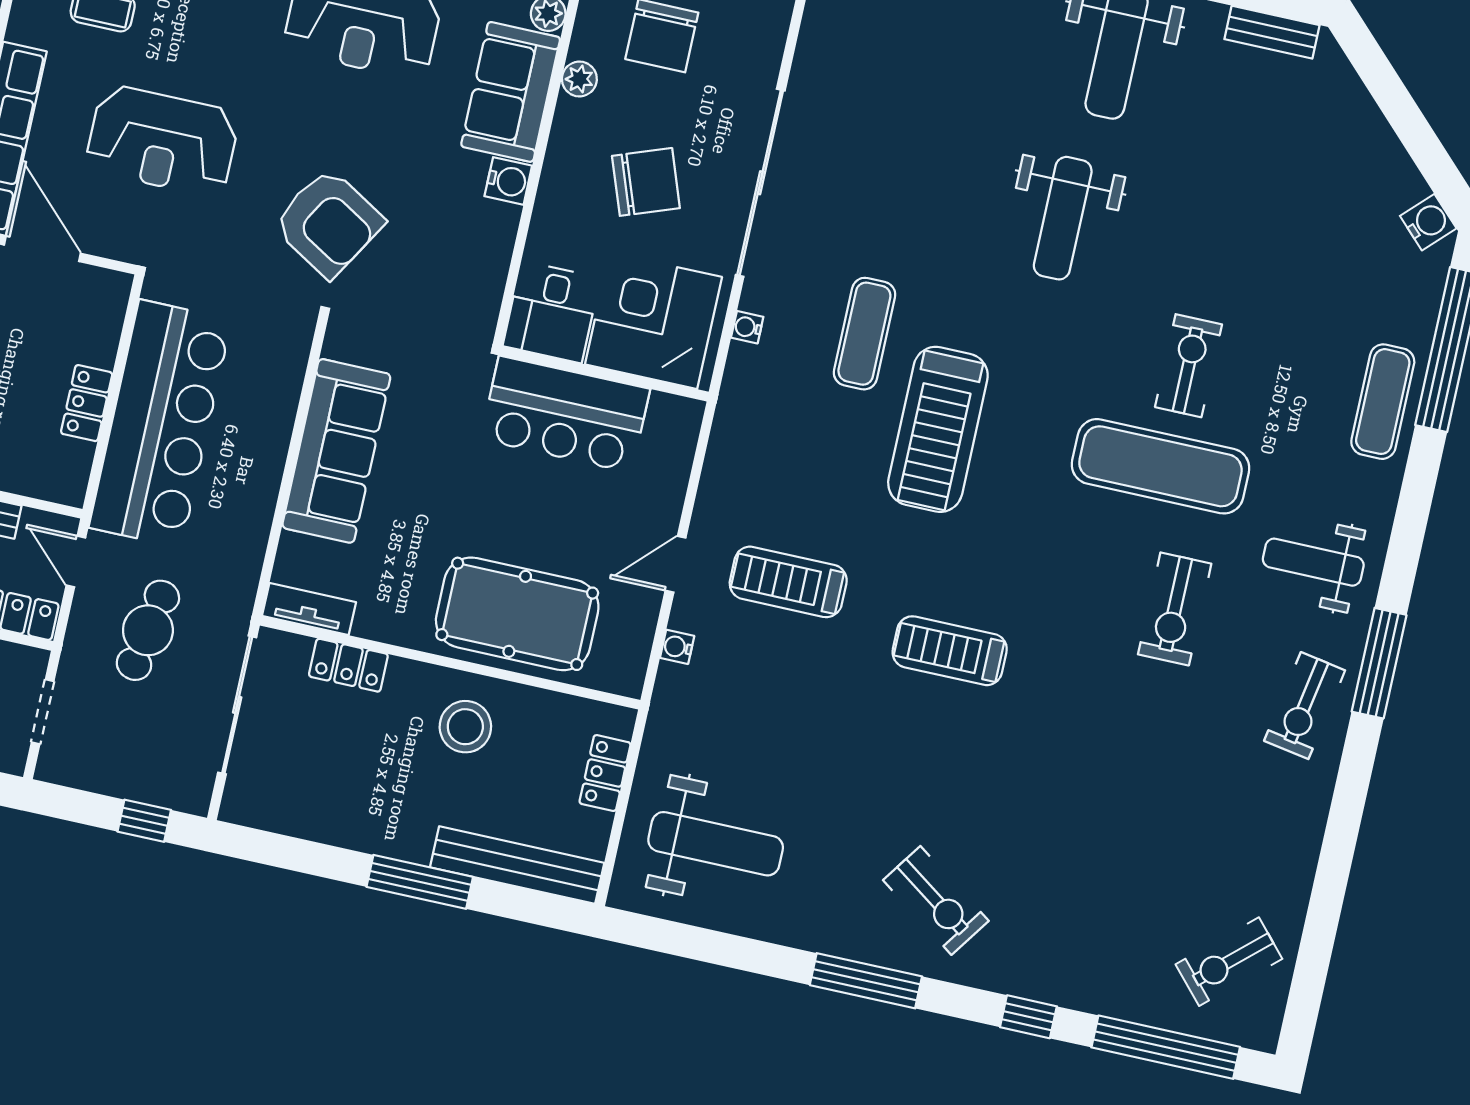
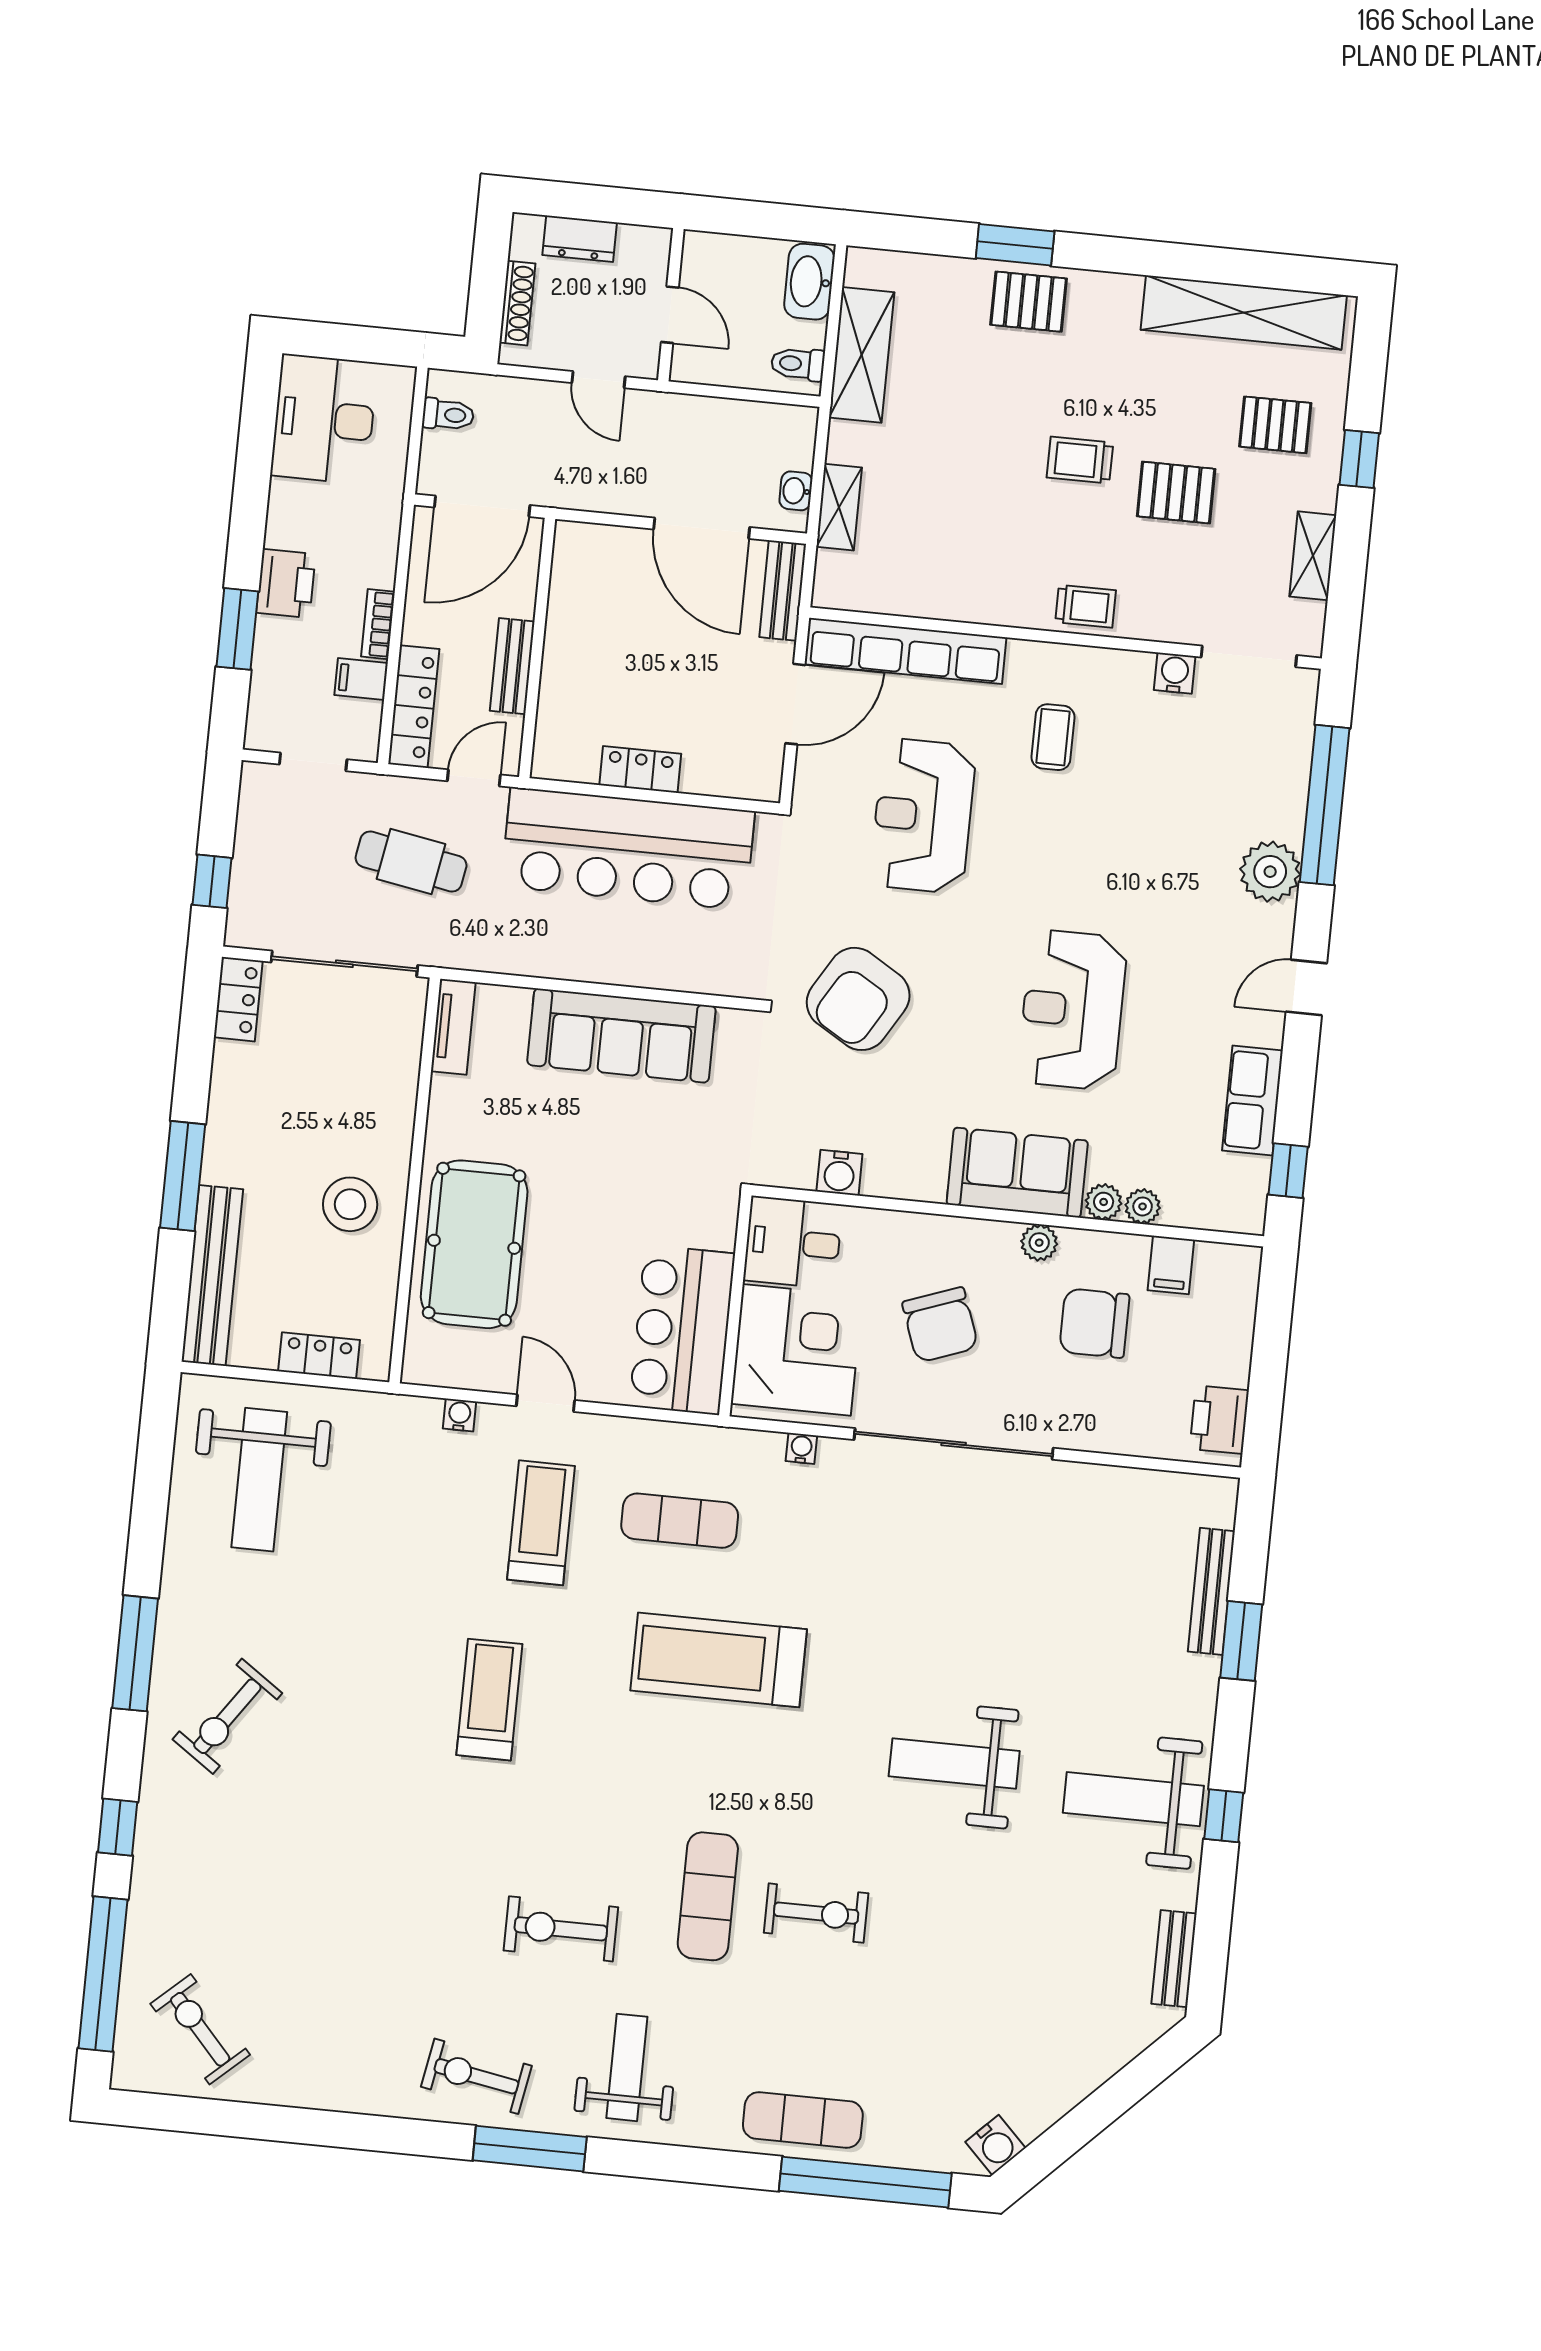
water cooler: (508, 181) -> (839, 1173), moved
exercise mat: (864, 334) -> (680, 1521), moved
bar counter: (565, 414) -> (682, 1330), moved
exercise mat: (1160, 466) -> (708, 1896), width x0.73, depth x0.69
locker: (348, 665) -> (238, 999), moved, turned 180

